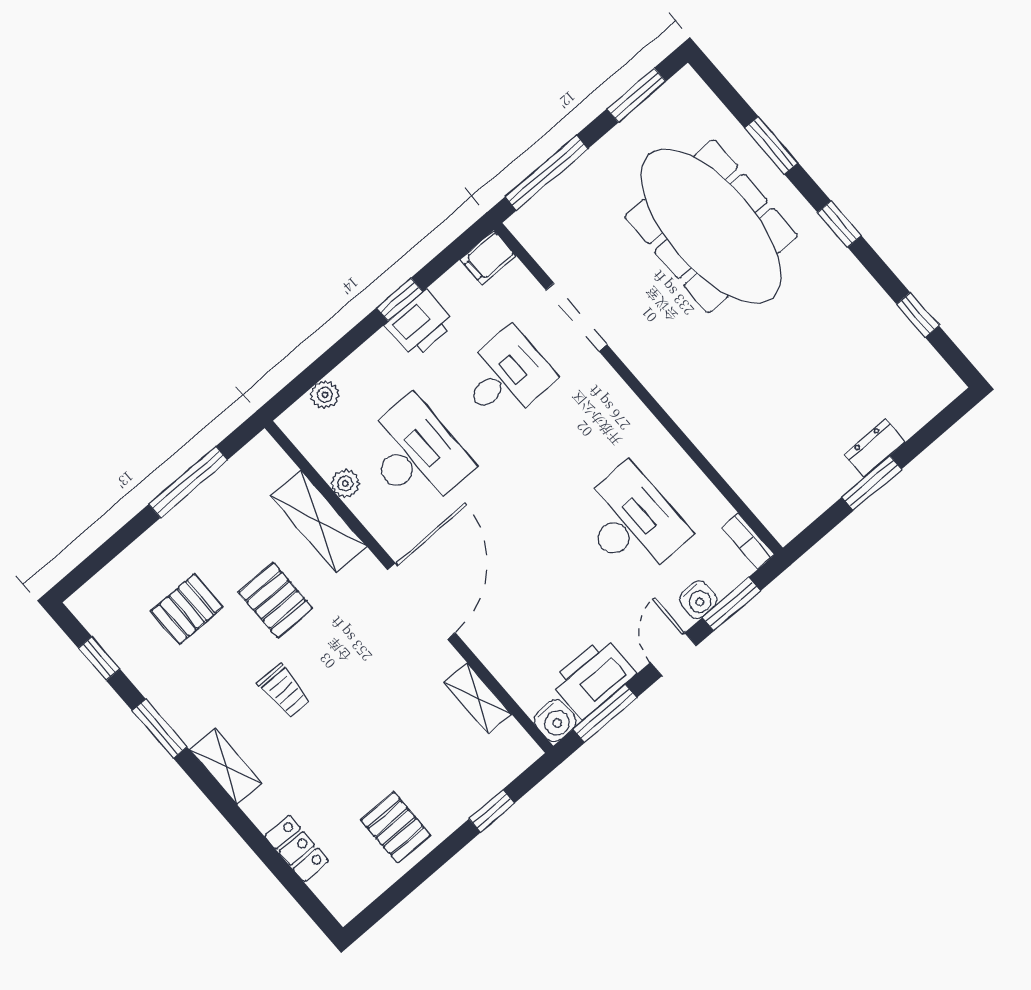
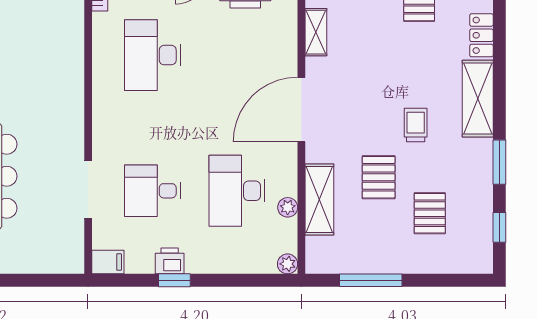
window: (547, 173) -> (38, 280), removed
printer: (420, 324) -> (170, 261), width x0.73, depth x0.81
plant: (325, 395) -> (288, 264), moved
pallet: (187, 609) -> (430, 213), turned 90
shelving: (226, 767) -> (478, 99), width x1.50, depth x1.33

